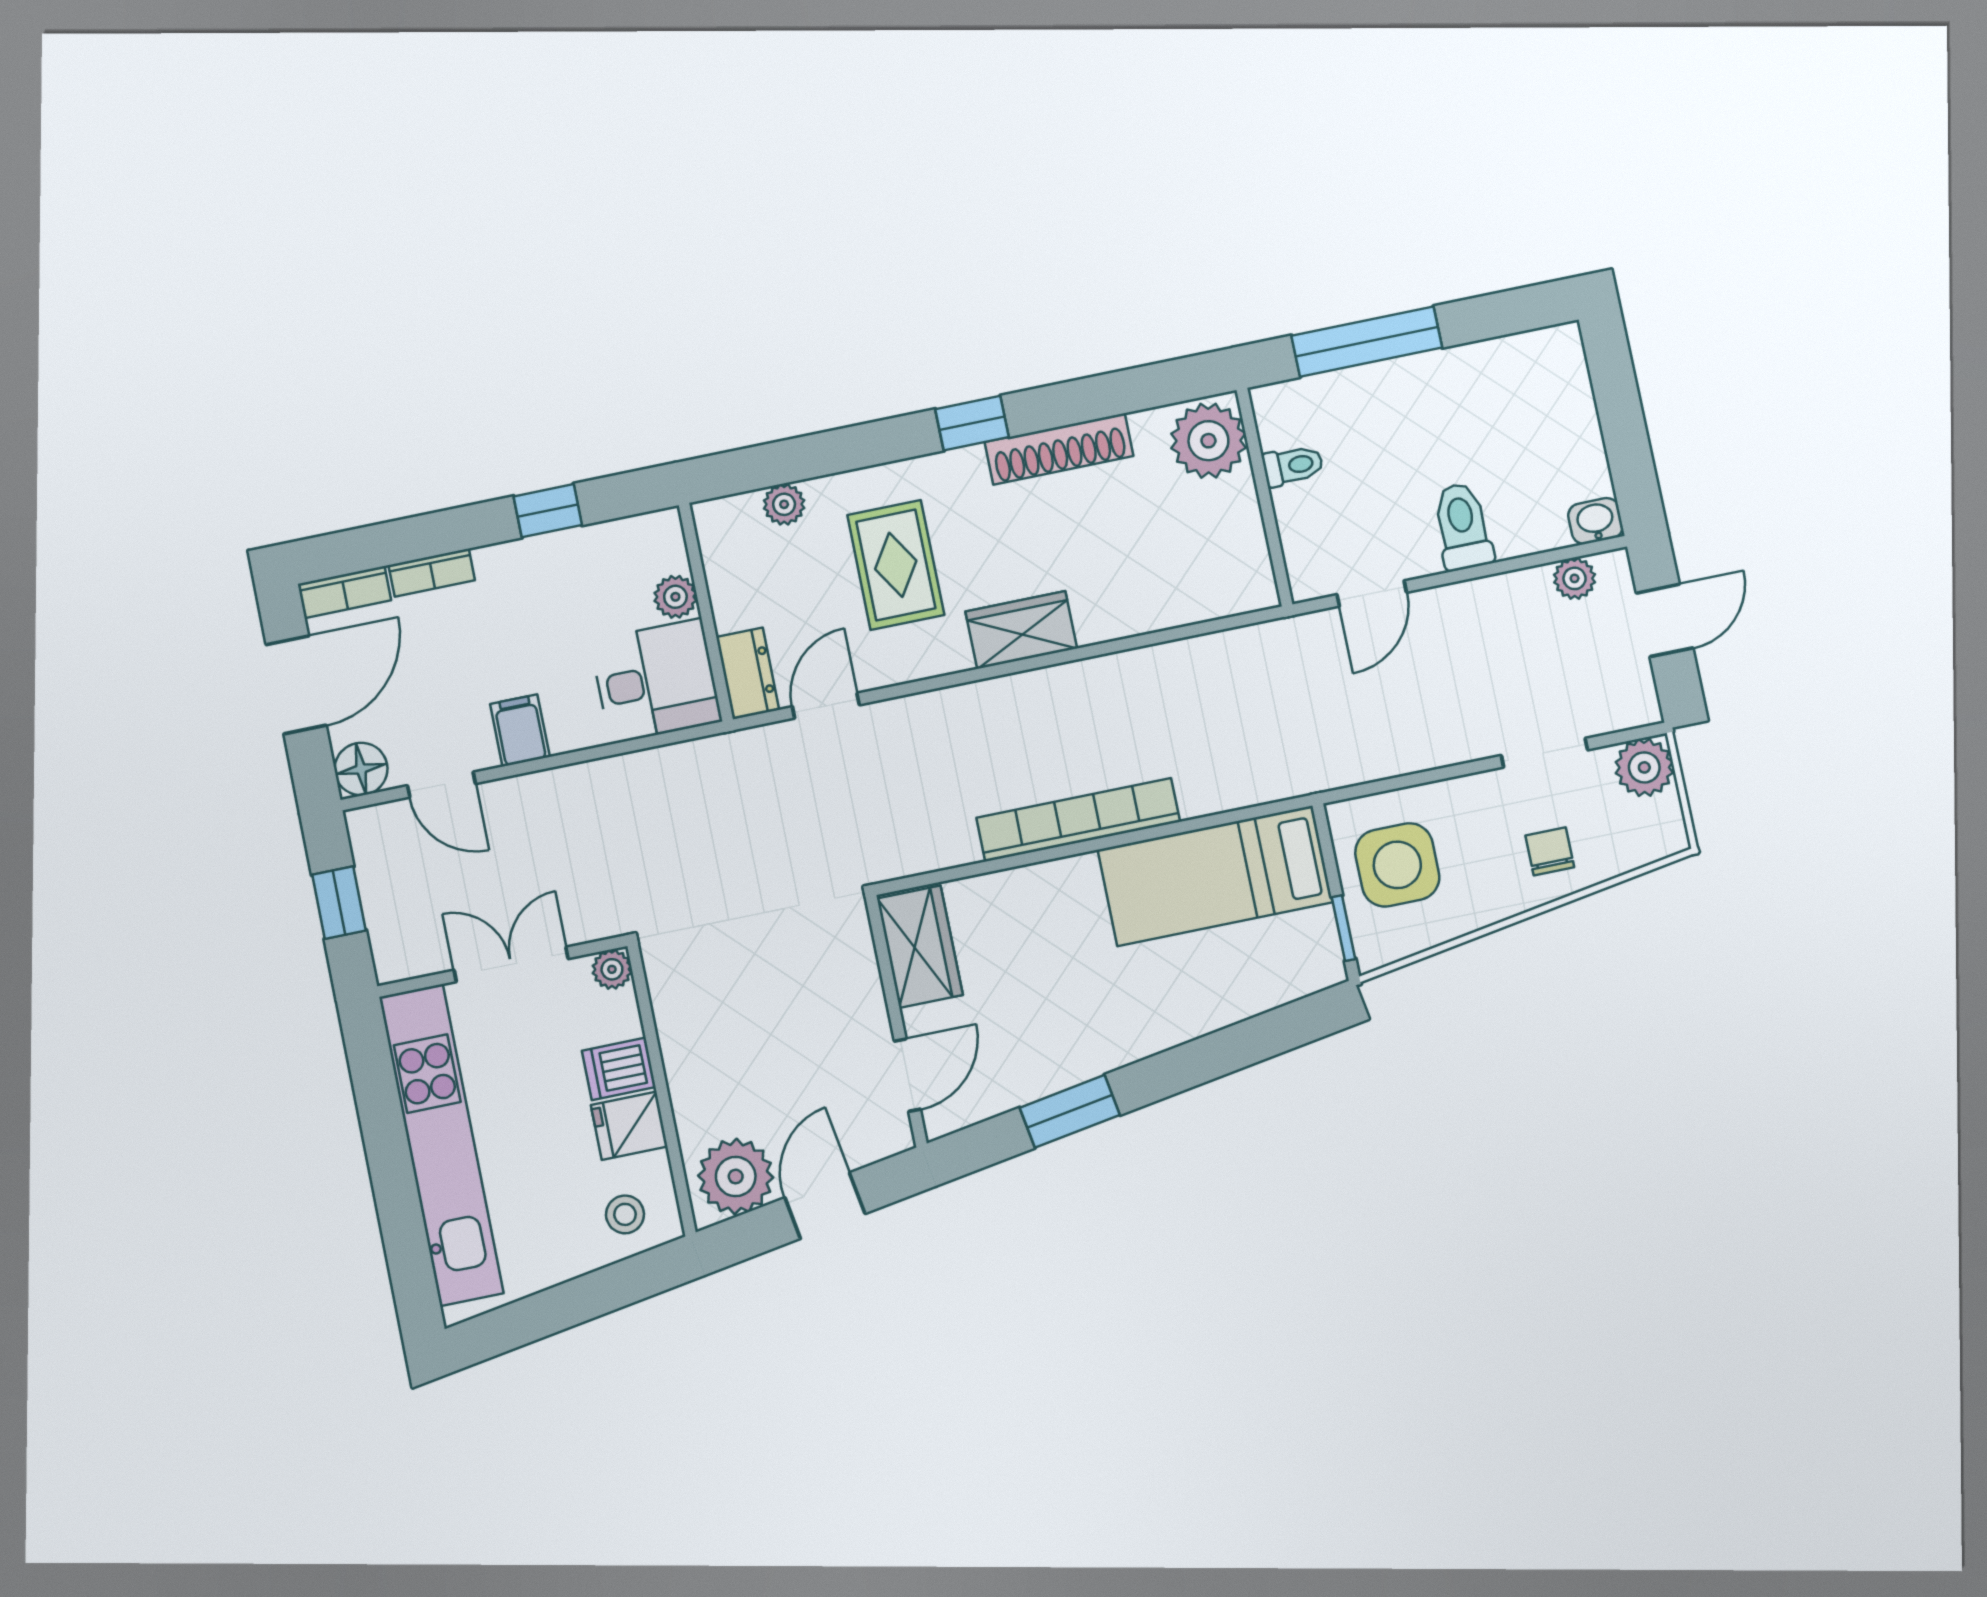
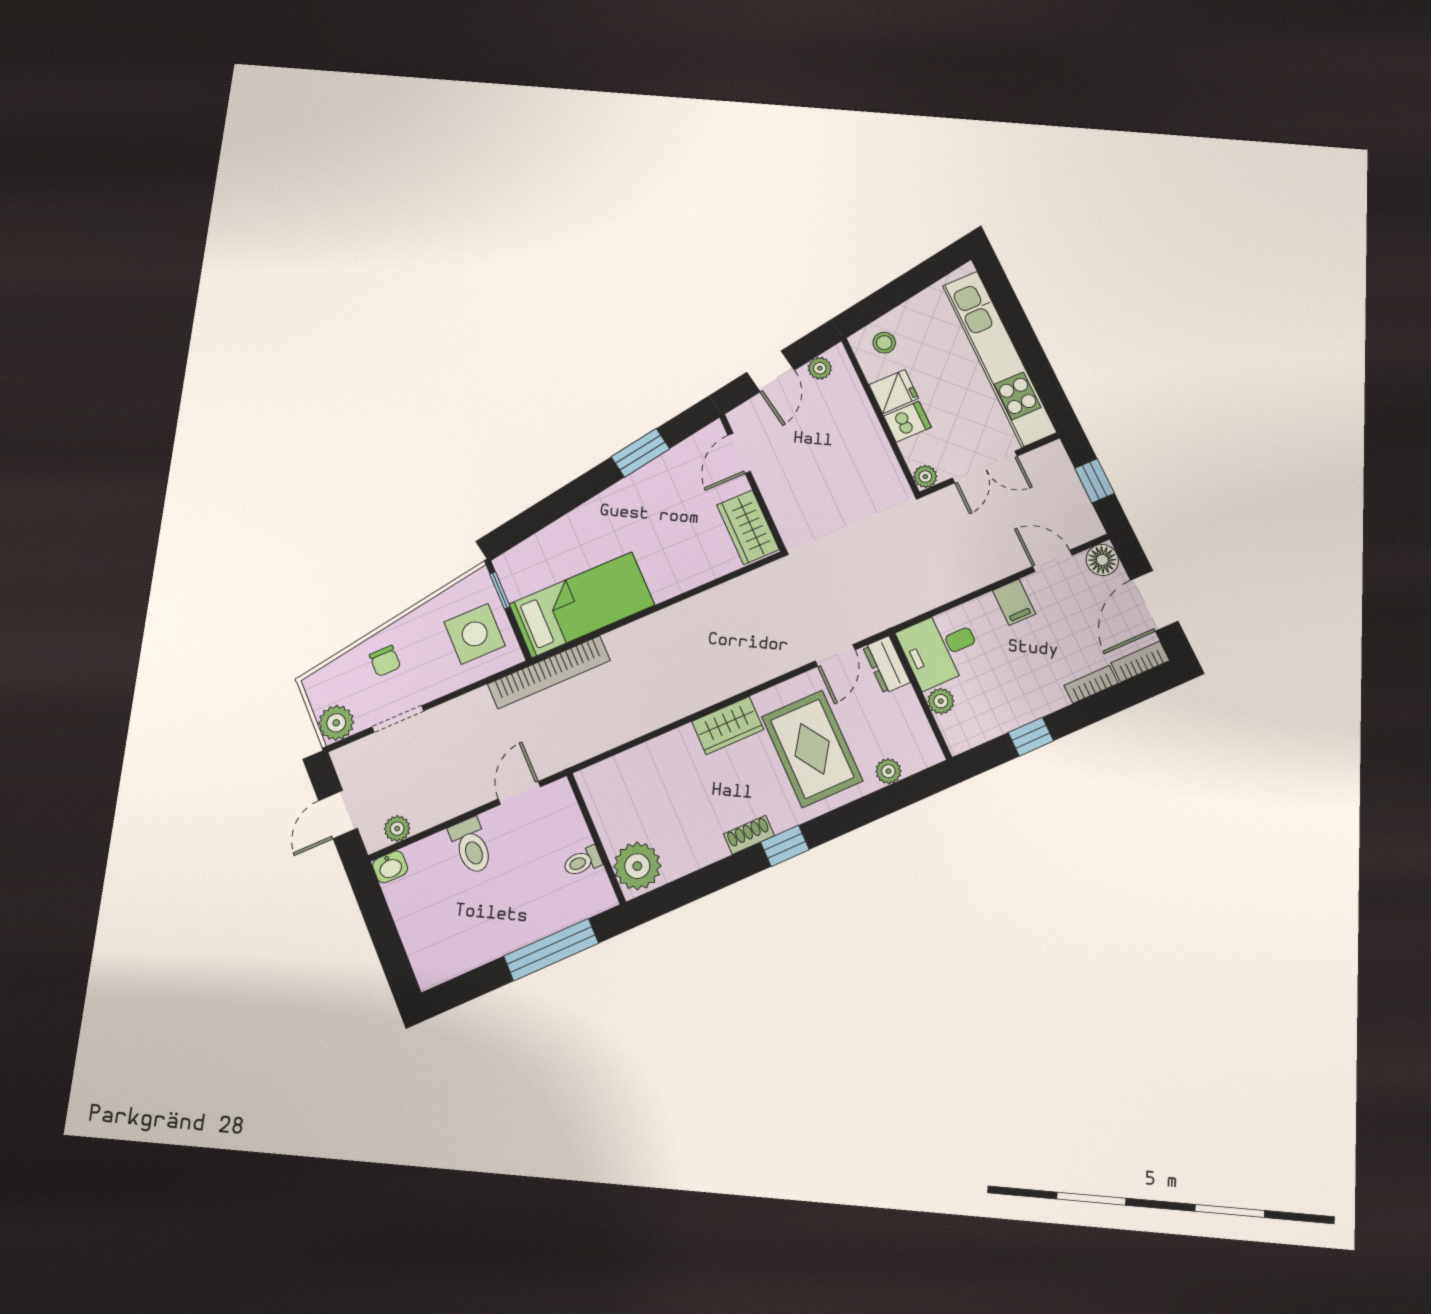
shoe rack: (1059, 449) -> (749, 835), width x0.51, depth x0.81
rug: (896, 565) -> (812, 749), width x1.36, depth x1.43
bookcase: (1078, 820) -> (549, 672), moved
plant: (736, 1177) -> (820, 368), width x0.53, depth x0.53

